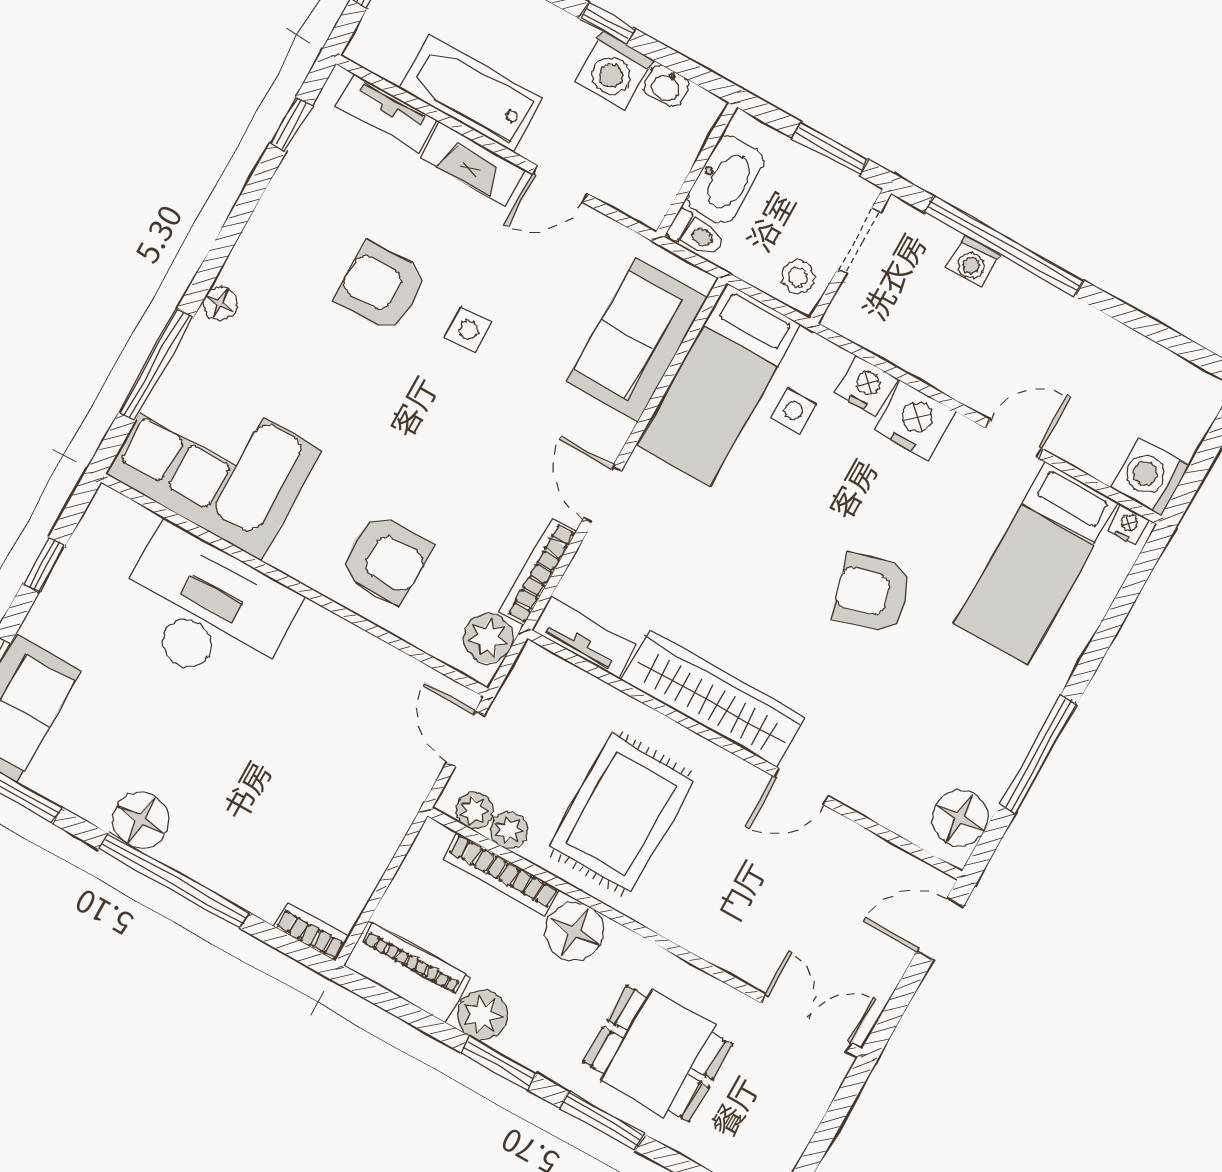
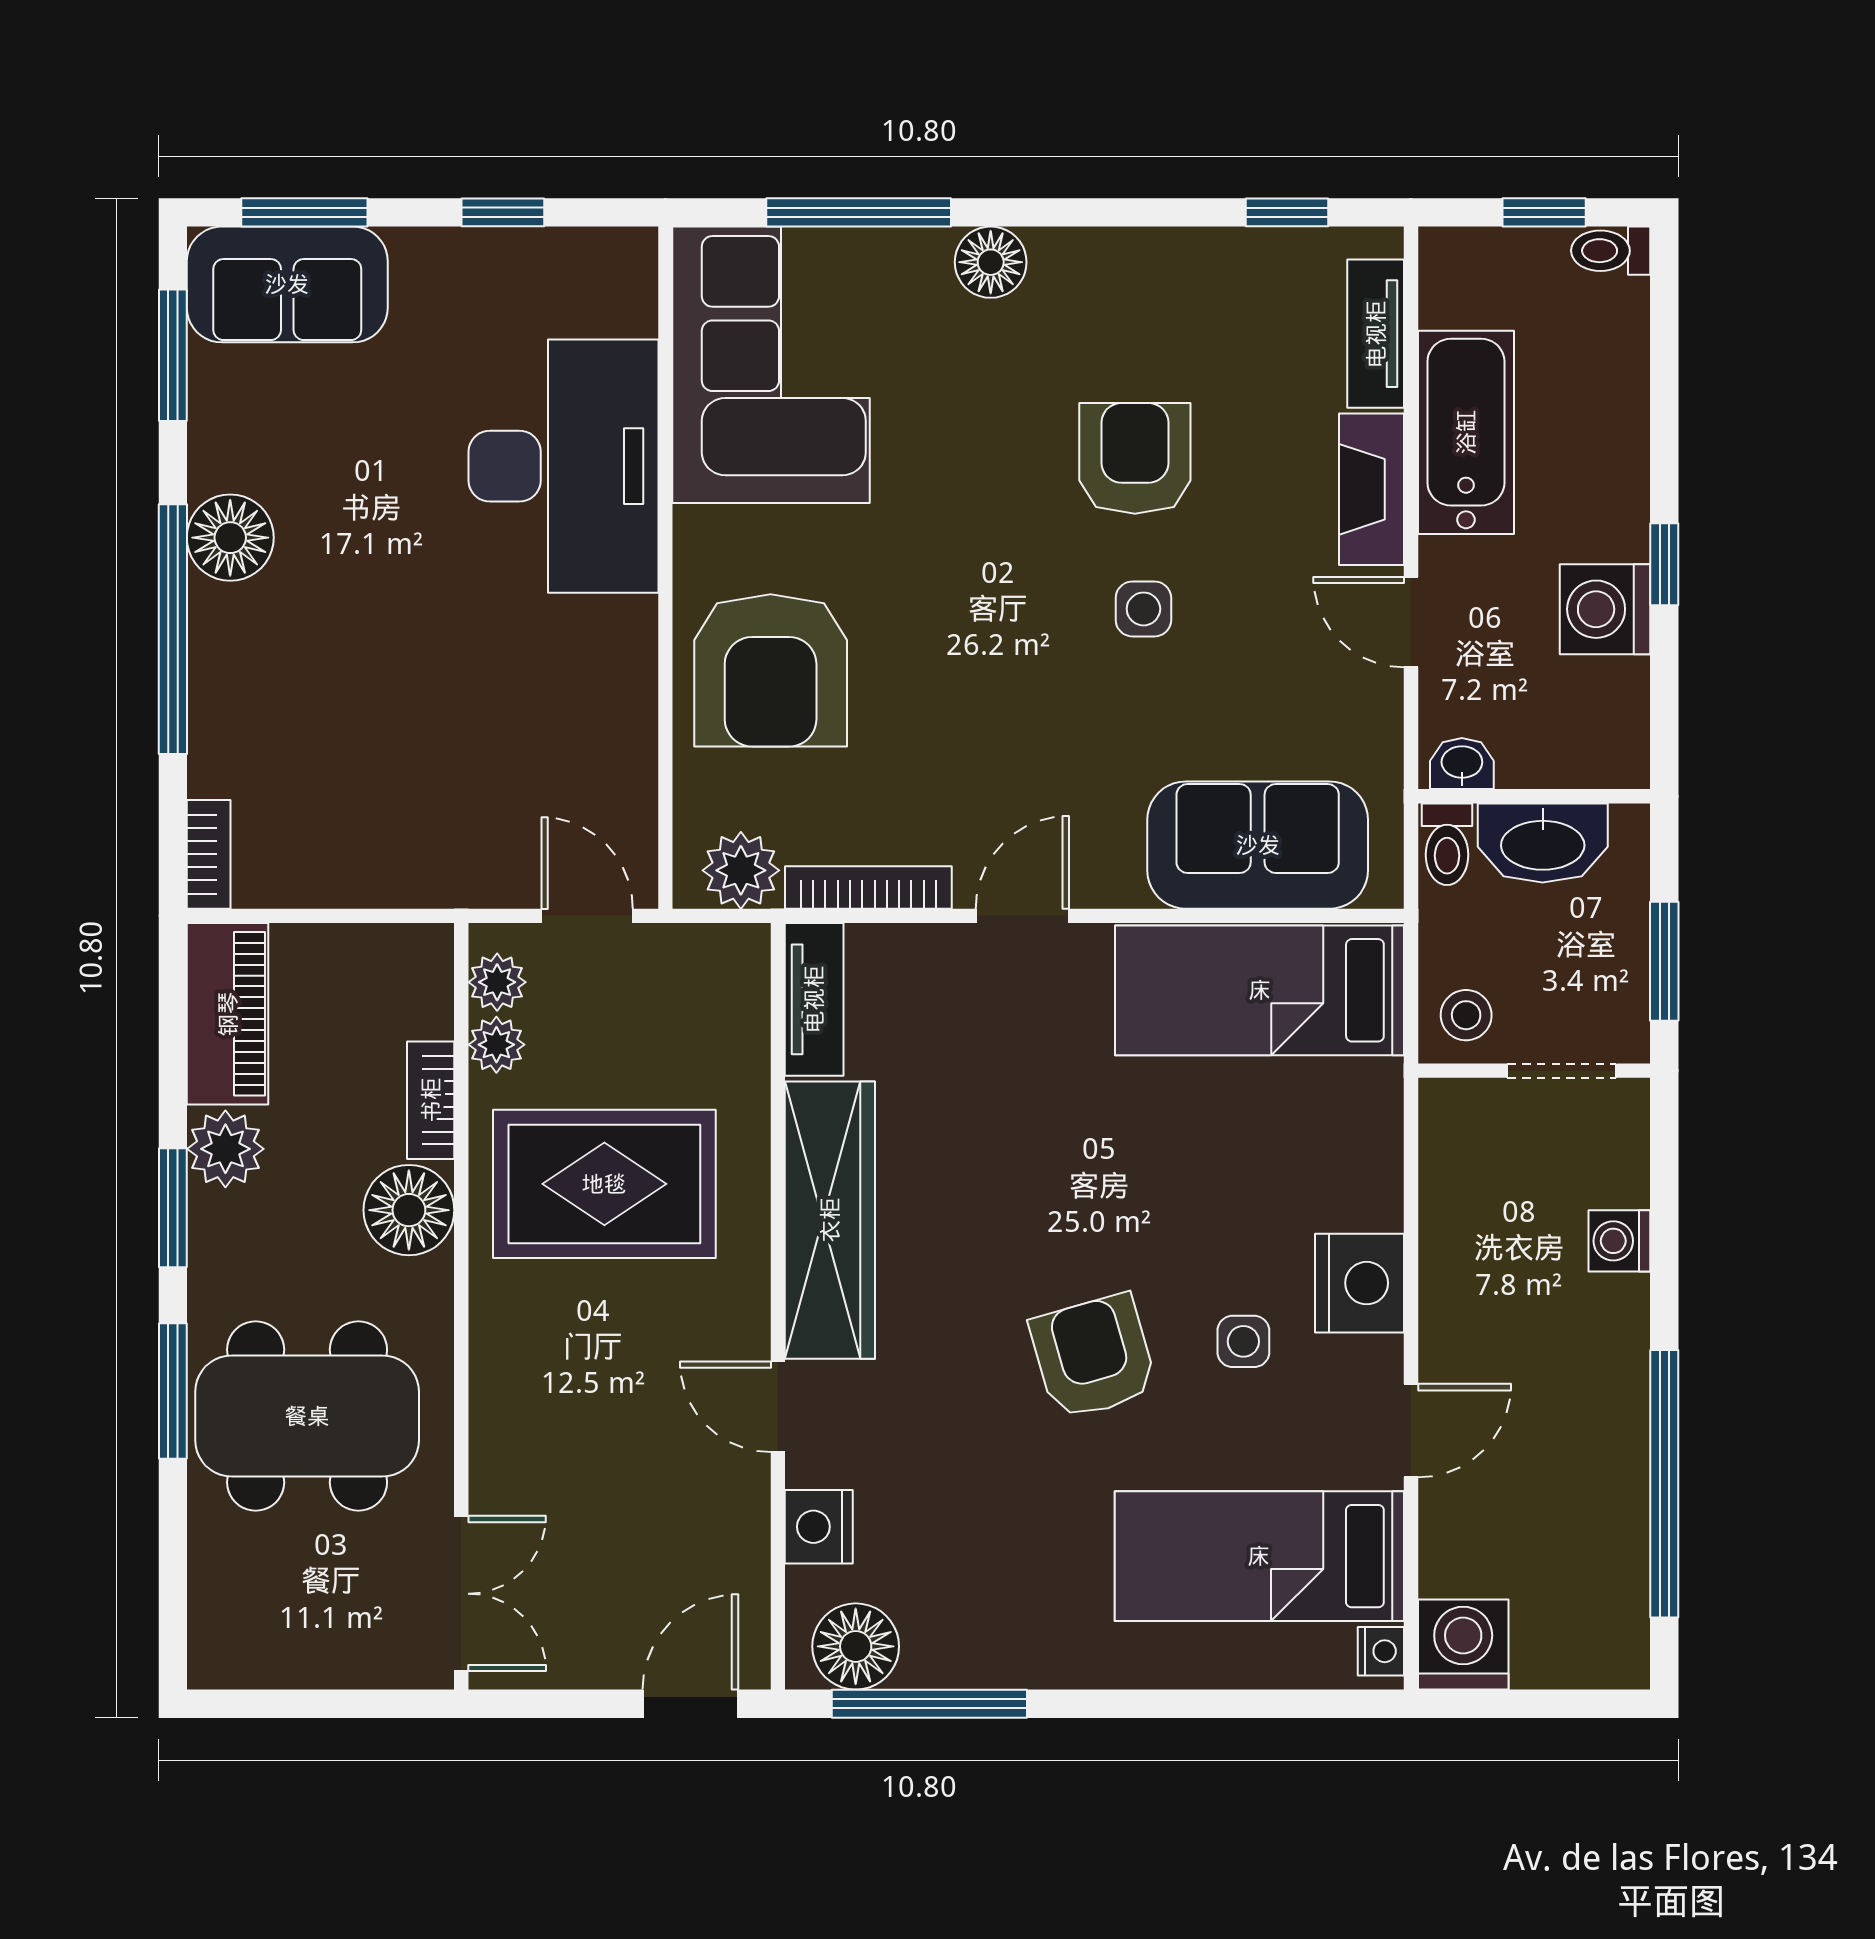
washbasin: (666, 86) -> (1462, 764), moved, turned 90
window: (1004, 246) -> (1664, 1484), moved
floor lamp: (220, 303) -> (991, 262), width x1.37, depth x1.37
nightstand: (866, 386) -> (819, 1527), moved, turned 180
side table: (793, 411) -> (1243, 1341), moved
door: (1014, 438) -> (1411, 1431), hinge flipped
armchair: (385, 558) -> (771, 670), width x1.36, depth x1.36
door: (465, 739) -> (587, 916), hinge flipped
window: (1038, 755) -> (929, 1704), moved
bookcase: (501, 874) -> (431, 1100), width x0.64
door: (940, 929) -> (690, 1704), hinge flipped
dining table: (658, 1053) -> (307, 1416), width x1.38

